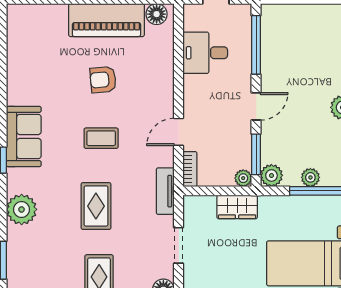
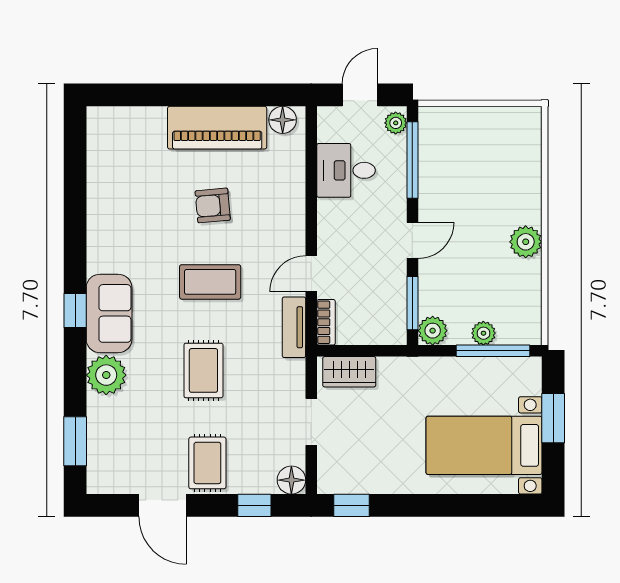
sofa: (24, 137) -> (109, 313), moved
coffee table: (101, 138) -> (210, 282), width x1.36, depth x1.30
plant: (243, 178) -> (396, 123), moved
tv unit: (165, 191) -> (294, 327), moved
wardrobe: (237, 207) -> (349, 372), moved

